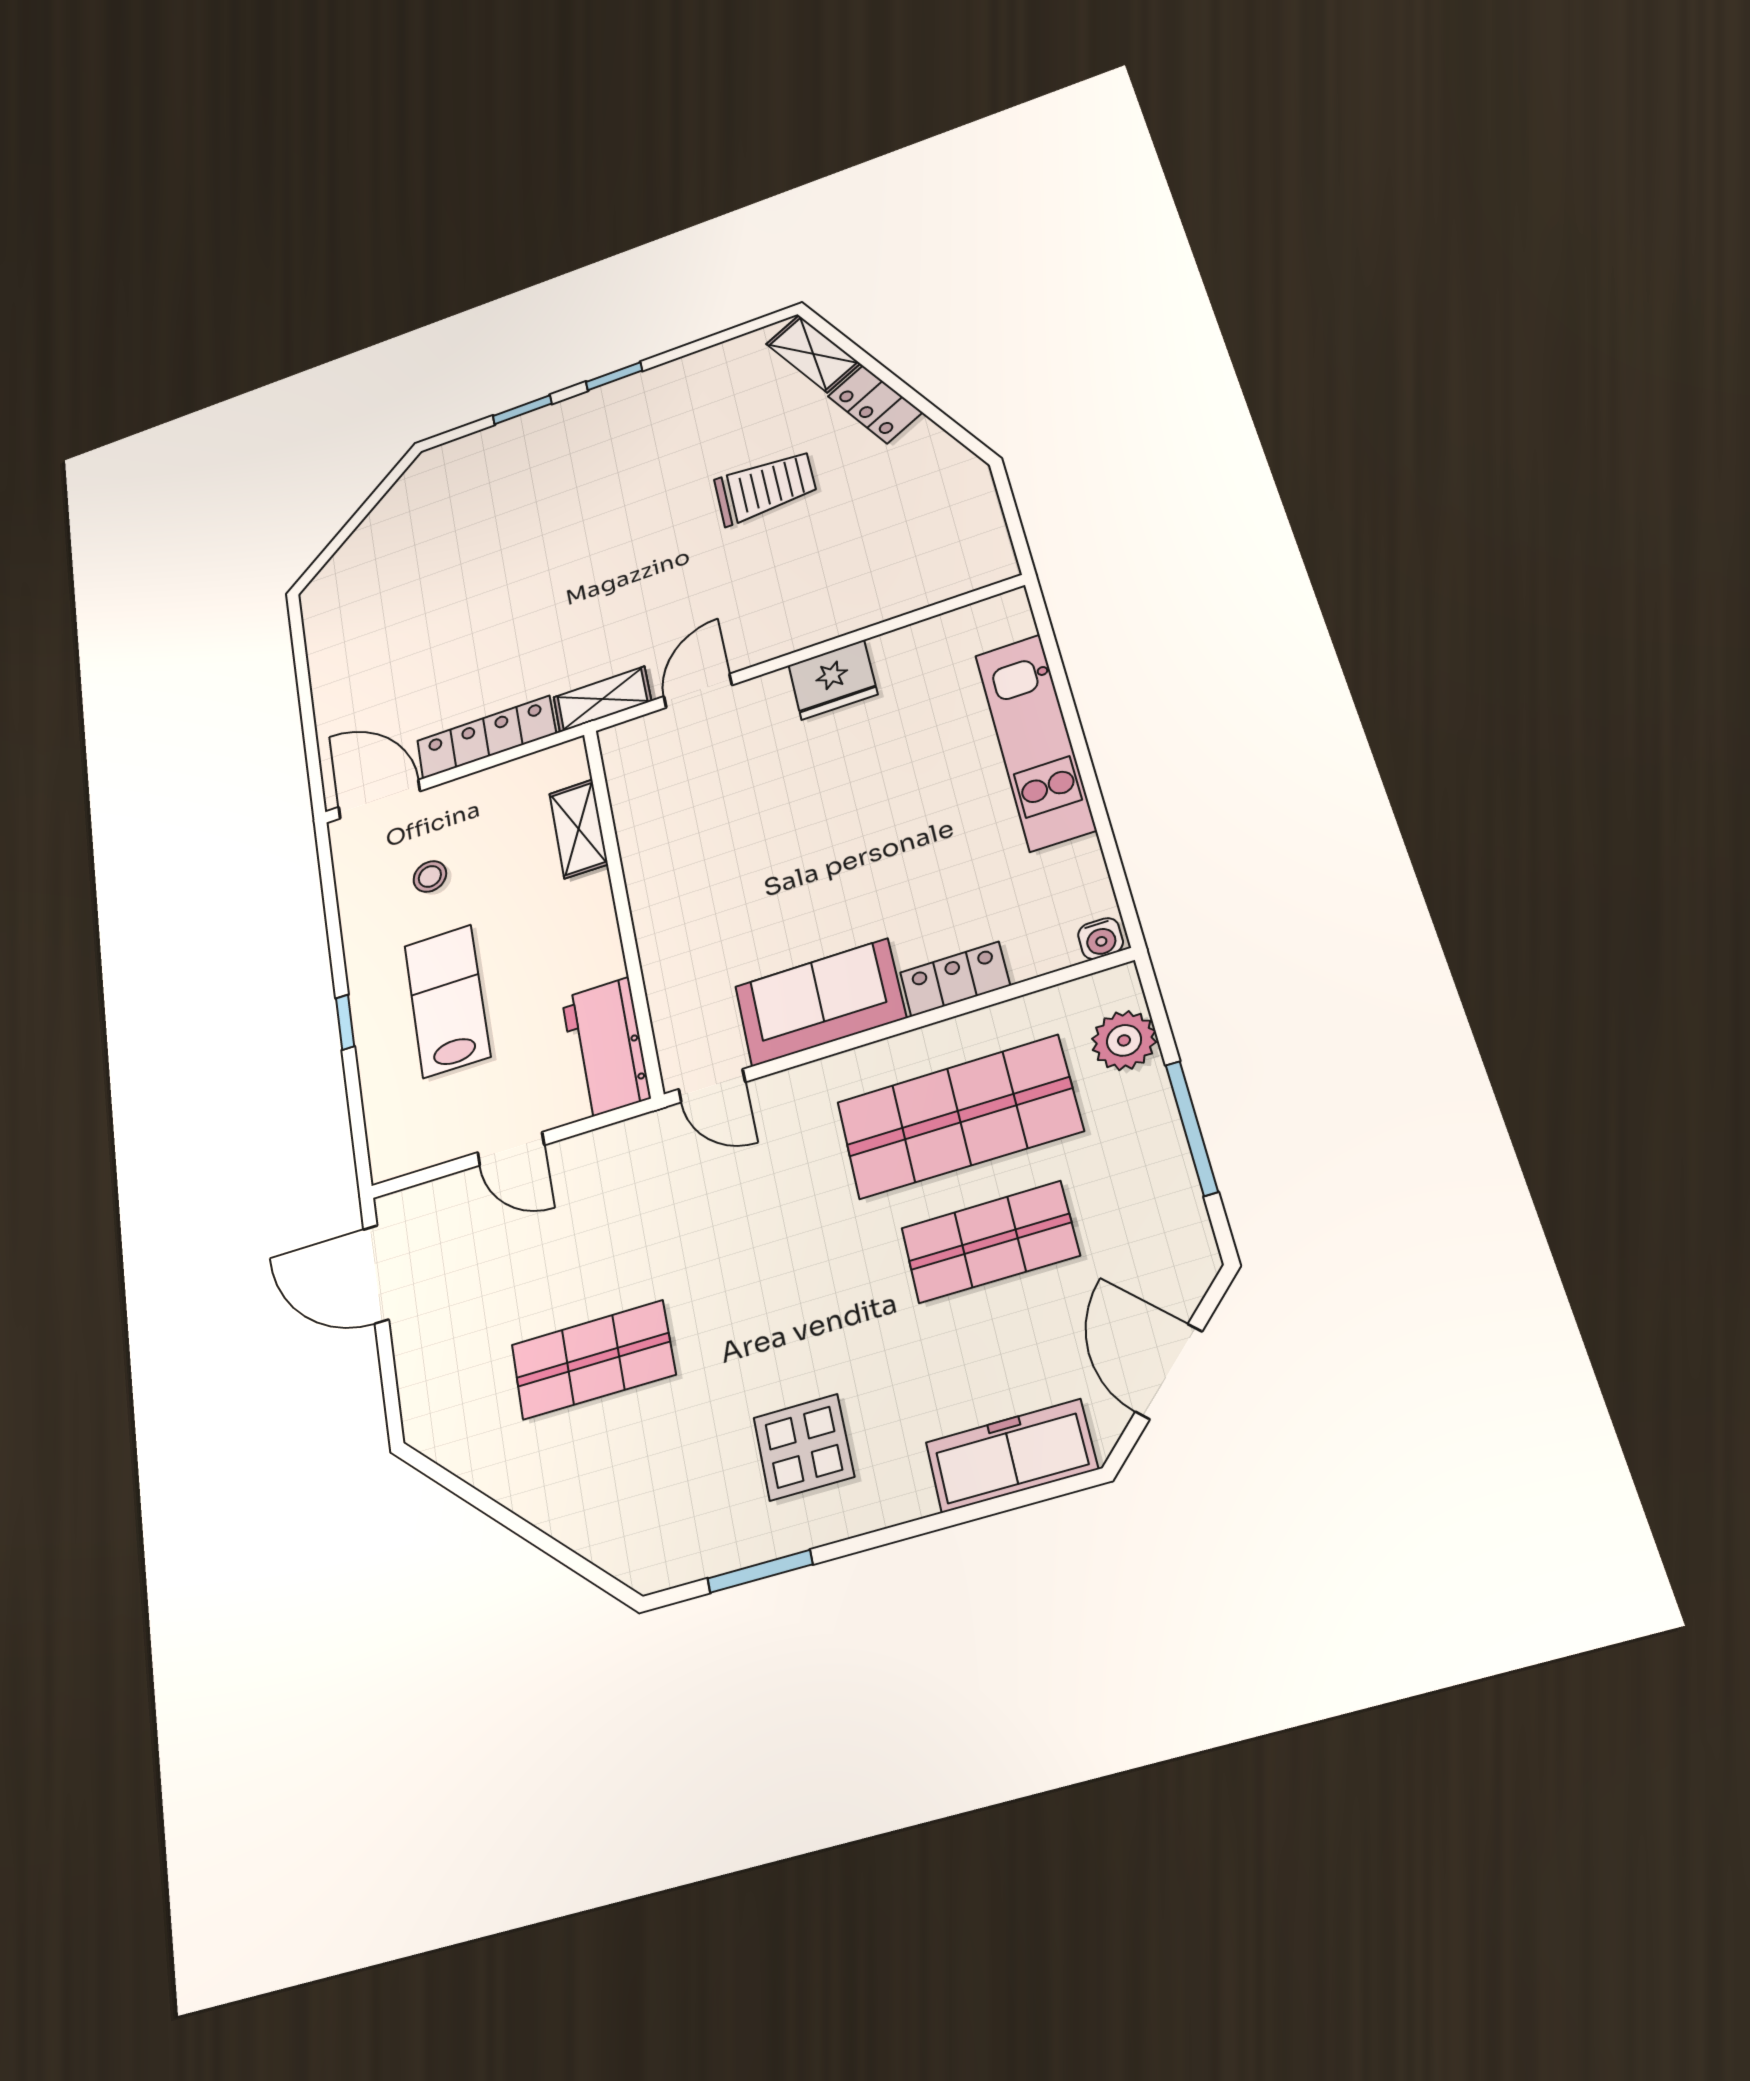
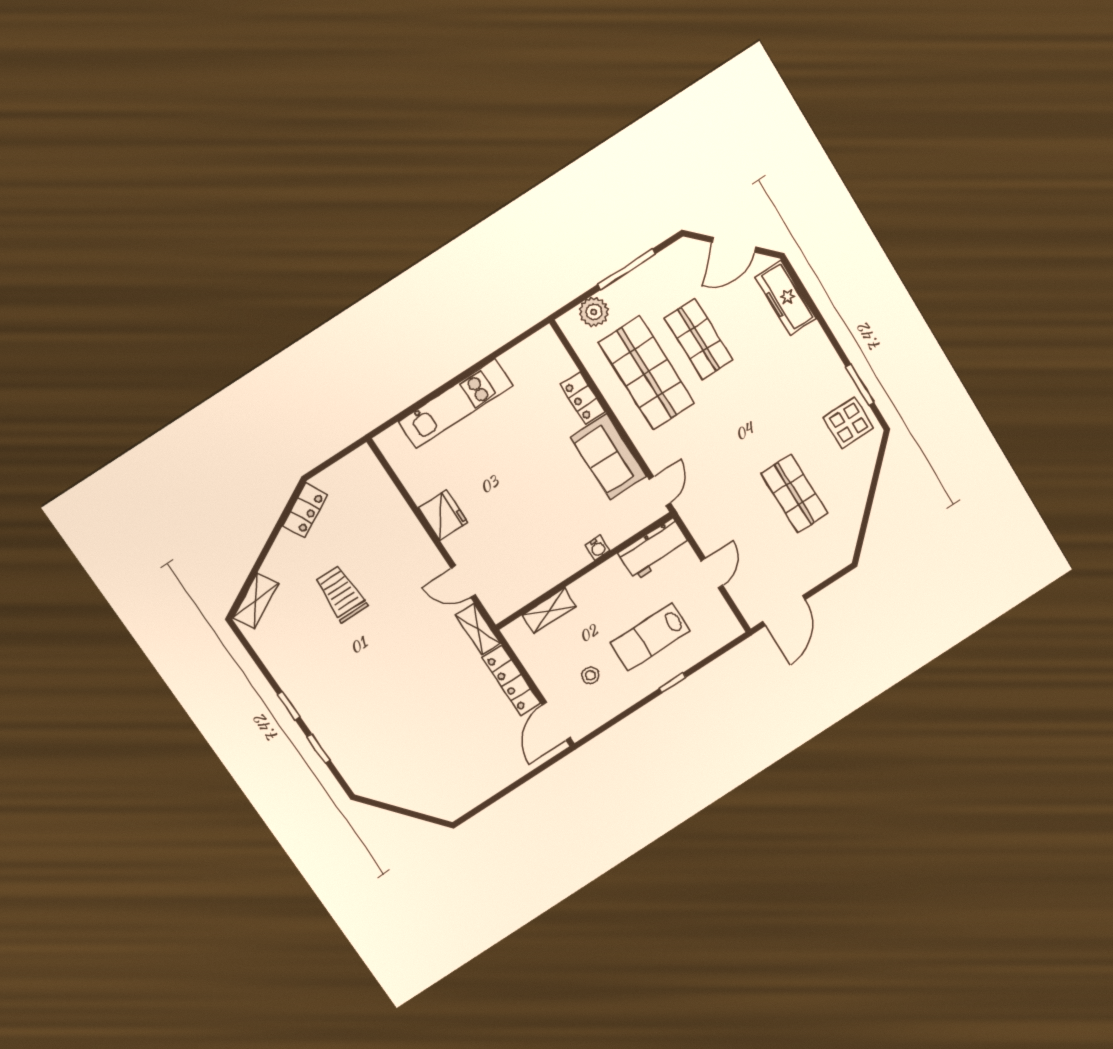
locker: (875, 404) -> (305, 510), moved
water cooler: (1101, 939) -> (598, 548), moved, turned 90
display table: (804, 1447) -> (848, 423), moved

